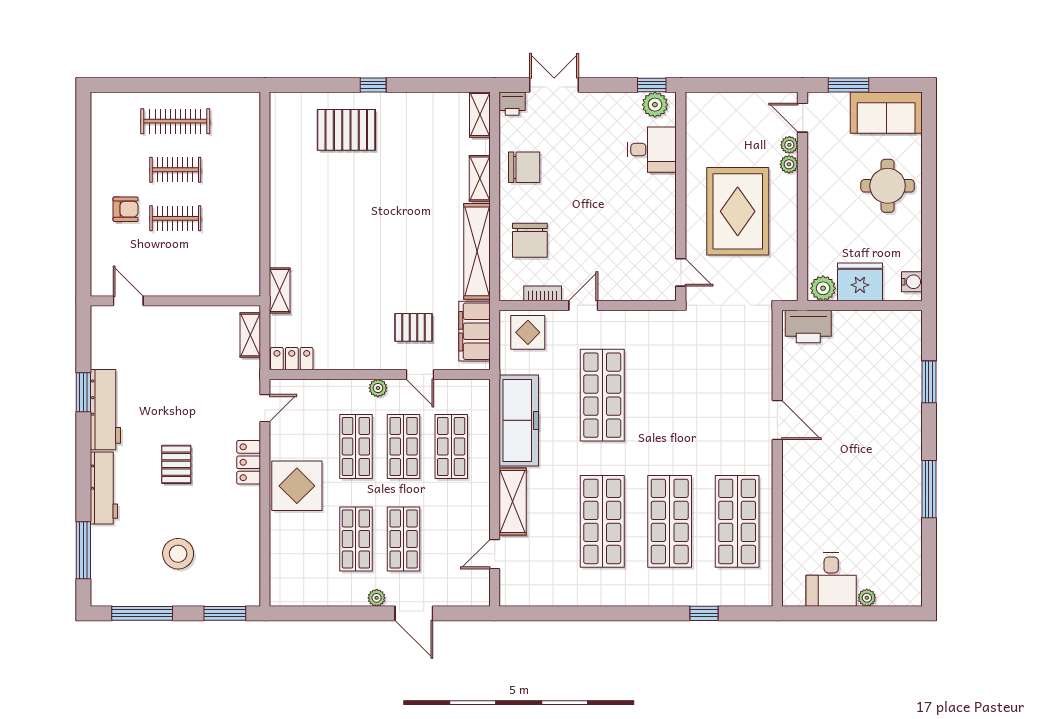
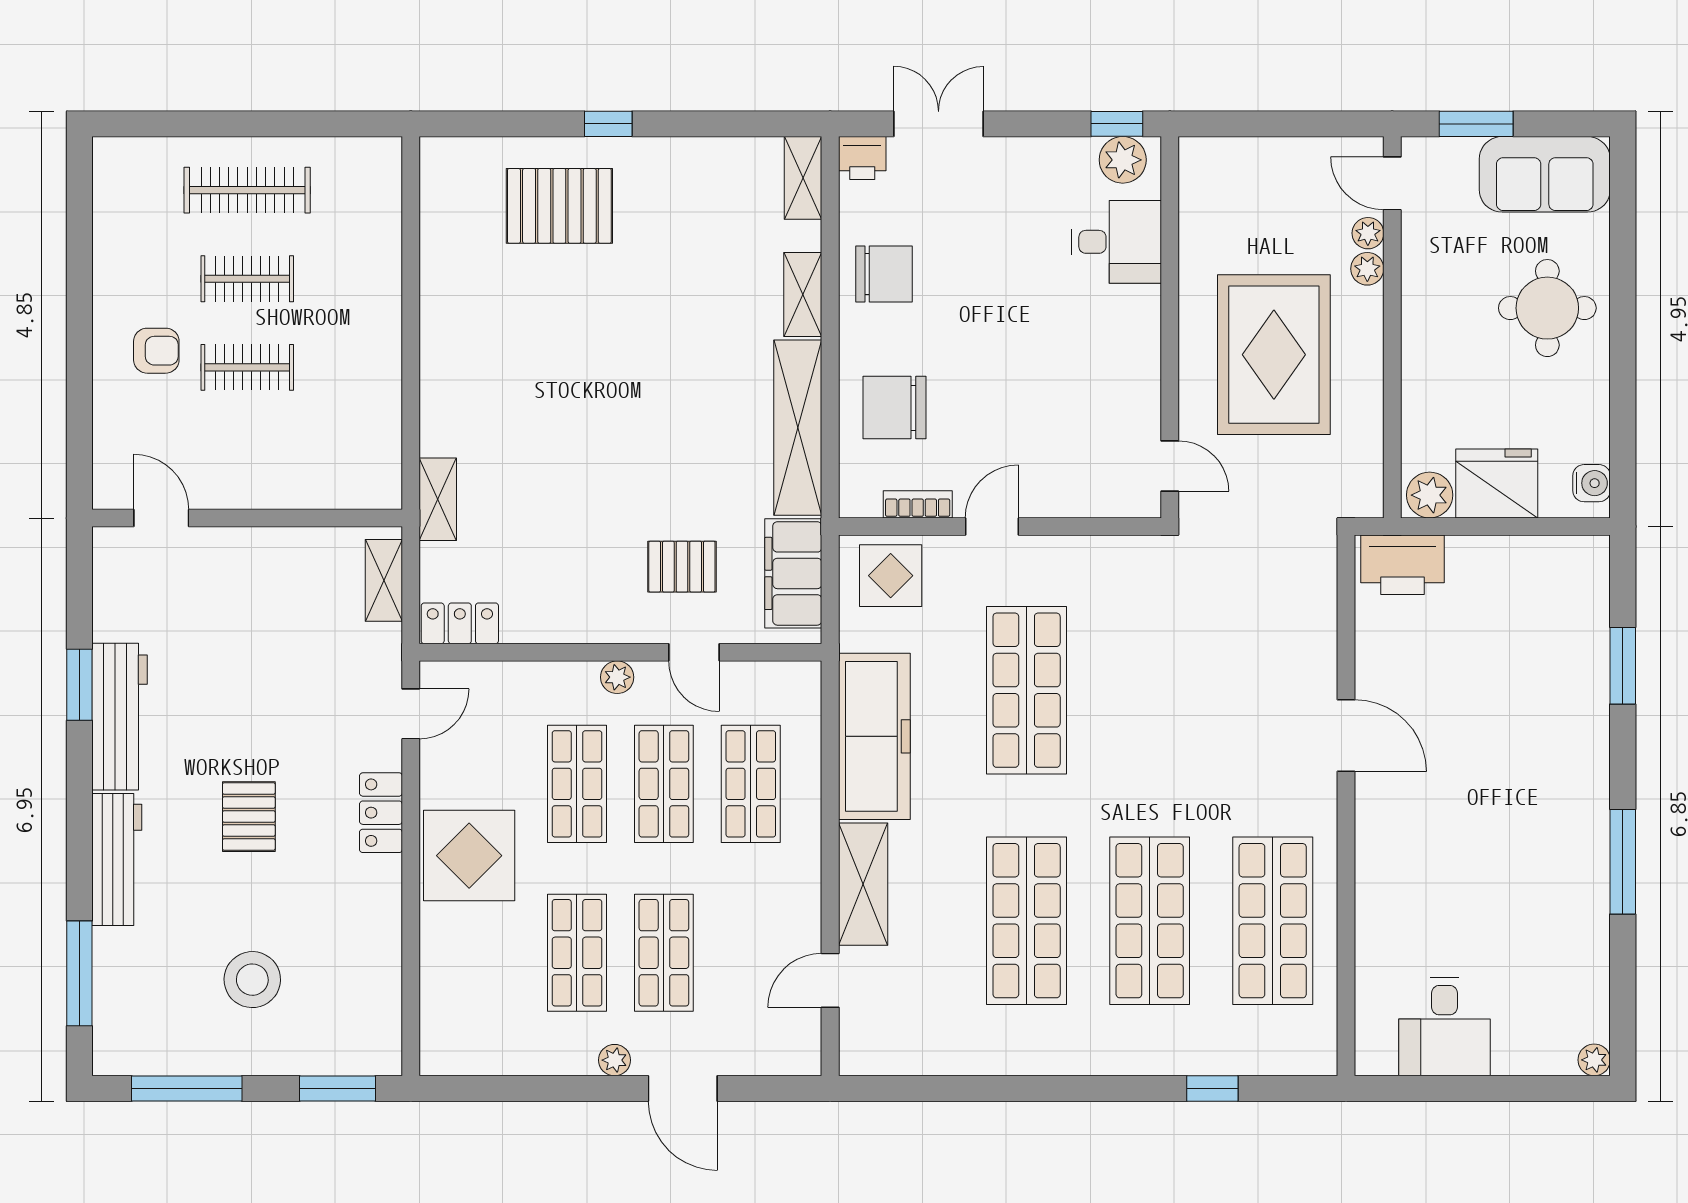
chair: (530, 240) -> (894, 408), turned 90
plant: (867, 598) -> (1594, 1060), moved

